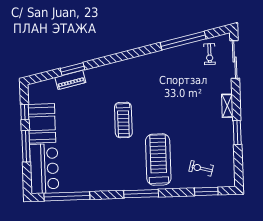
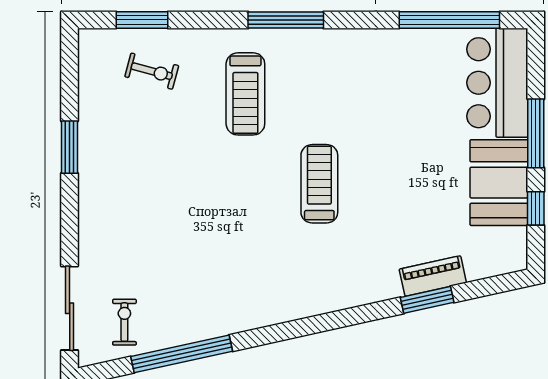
shelving: (227, 106) -> (89, 207), removed
treadmill: (158, 160) -> (245, 94), width x0.73, depth x0.73

